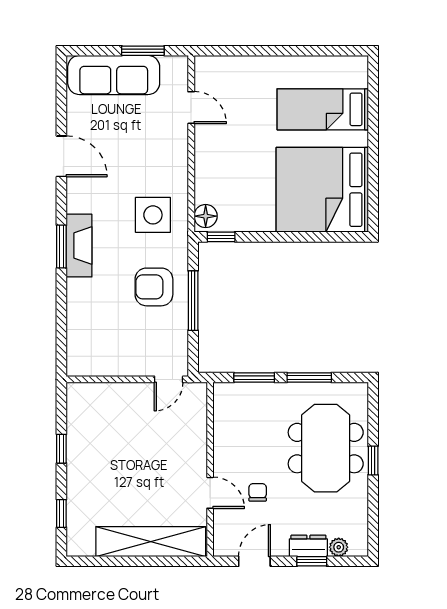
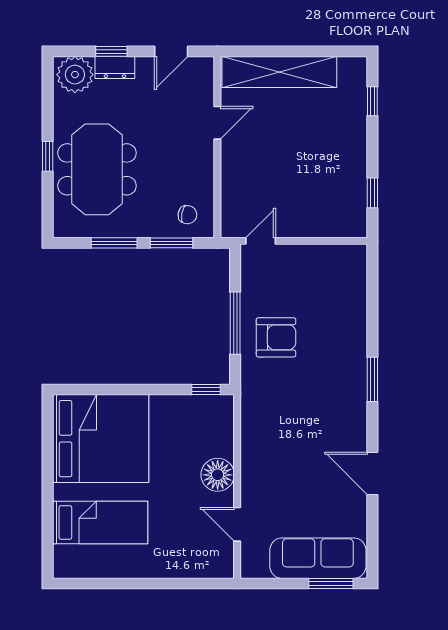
window: (143, 51) -> (331, 584), moved
side table: (153, 215) -> (277, 412), removed
floor lamp: (206, 216) -> (218, 475), moved, width x1.38, depth x1.38
fireplace: (79, 246) -> (354, 380), removed
window: (61, 449) -> (372, 193), moved
chair: (258, 492) -> (187, 215), moved, turned -79
door: (210, 493) -> (217, 123), swing flipped
plant: (339, 547) -> (75, 75), width x1.88, depth x1.88

